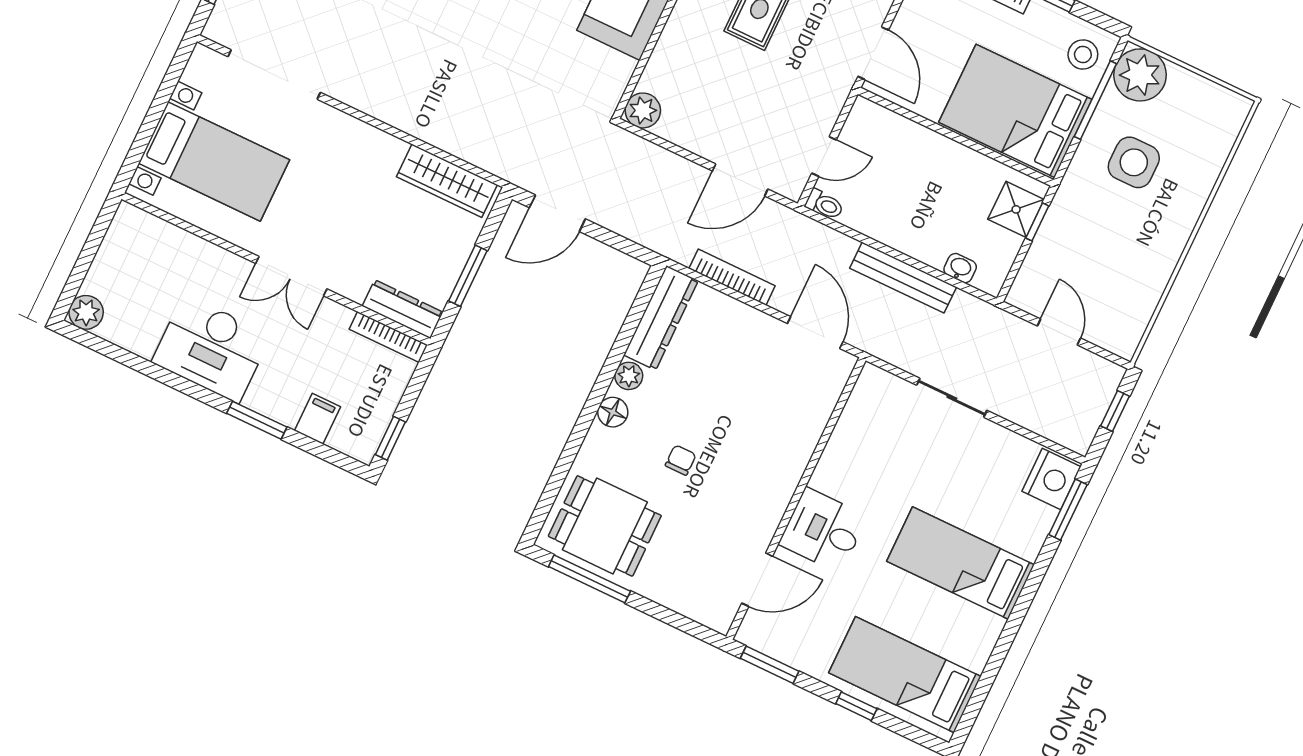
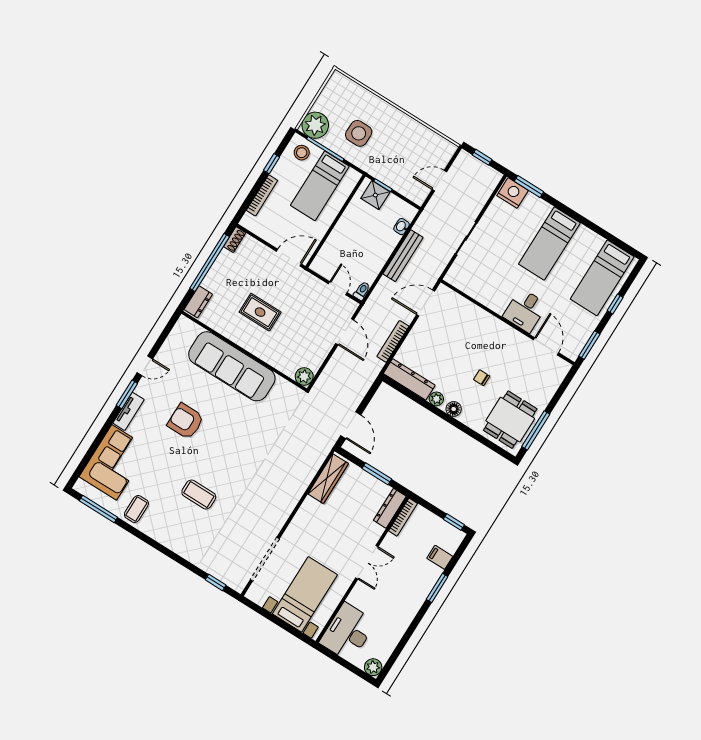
bed: (1015, 111) -> (320, 186), width x0.67
desk: (211, 349) -> (348, 632), moved, turned 180

